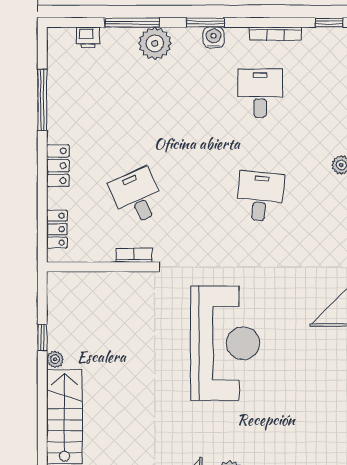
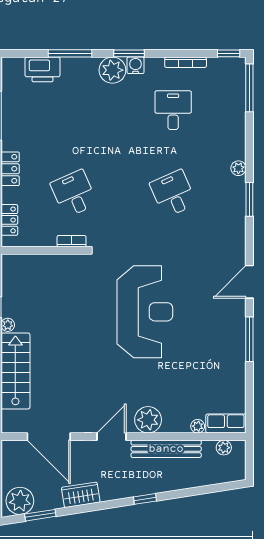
printer: (88, 37) -> (43, 69), width x1.87, depth x1.48
plant: (155, 43) -> (112, 70), moved
desk: (260, 196) -> (173, 194), turned -30

